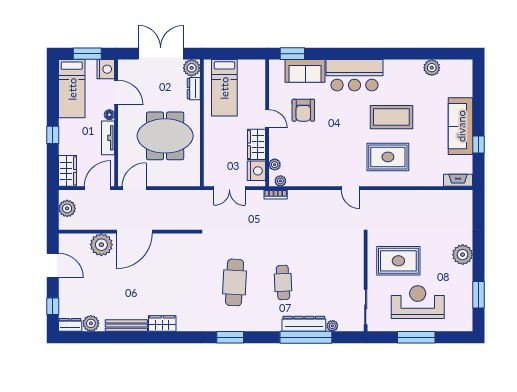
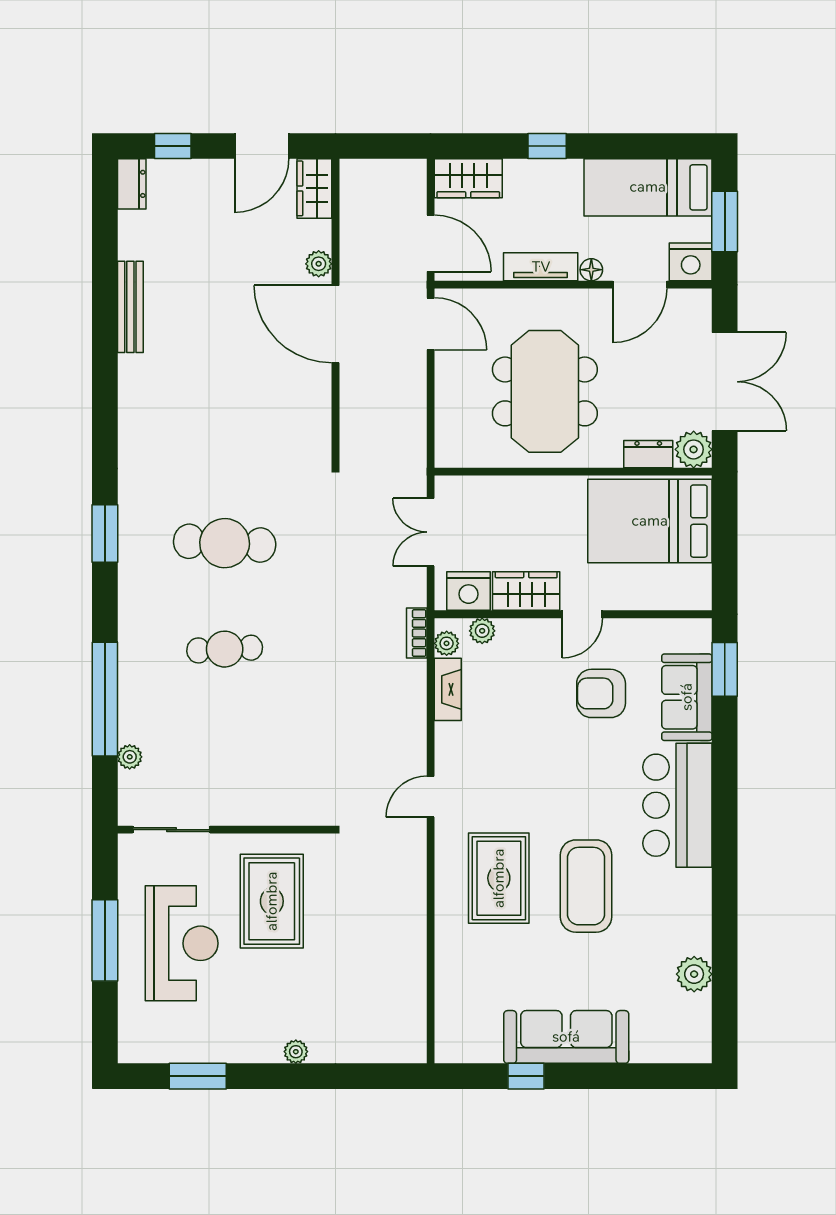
bed: (224, 88) -> (650, 521), width x1.50
fireplace: (458, 180) -> (448, 689), moved
plant: (67, 208) -> (386, 177), removed
plant: (101, 245) -> (319, 264), width x0.53, depth x0.53
plant: (463, 255) -> (296, 1052), width x0.53, depth x0.53
plant: (91, 323) -> (135, 229), removed
wardrobe: (162, 324) -> (314, 188), moved, turned 180
dresser: (304, 324) -> (134, 695), removed

